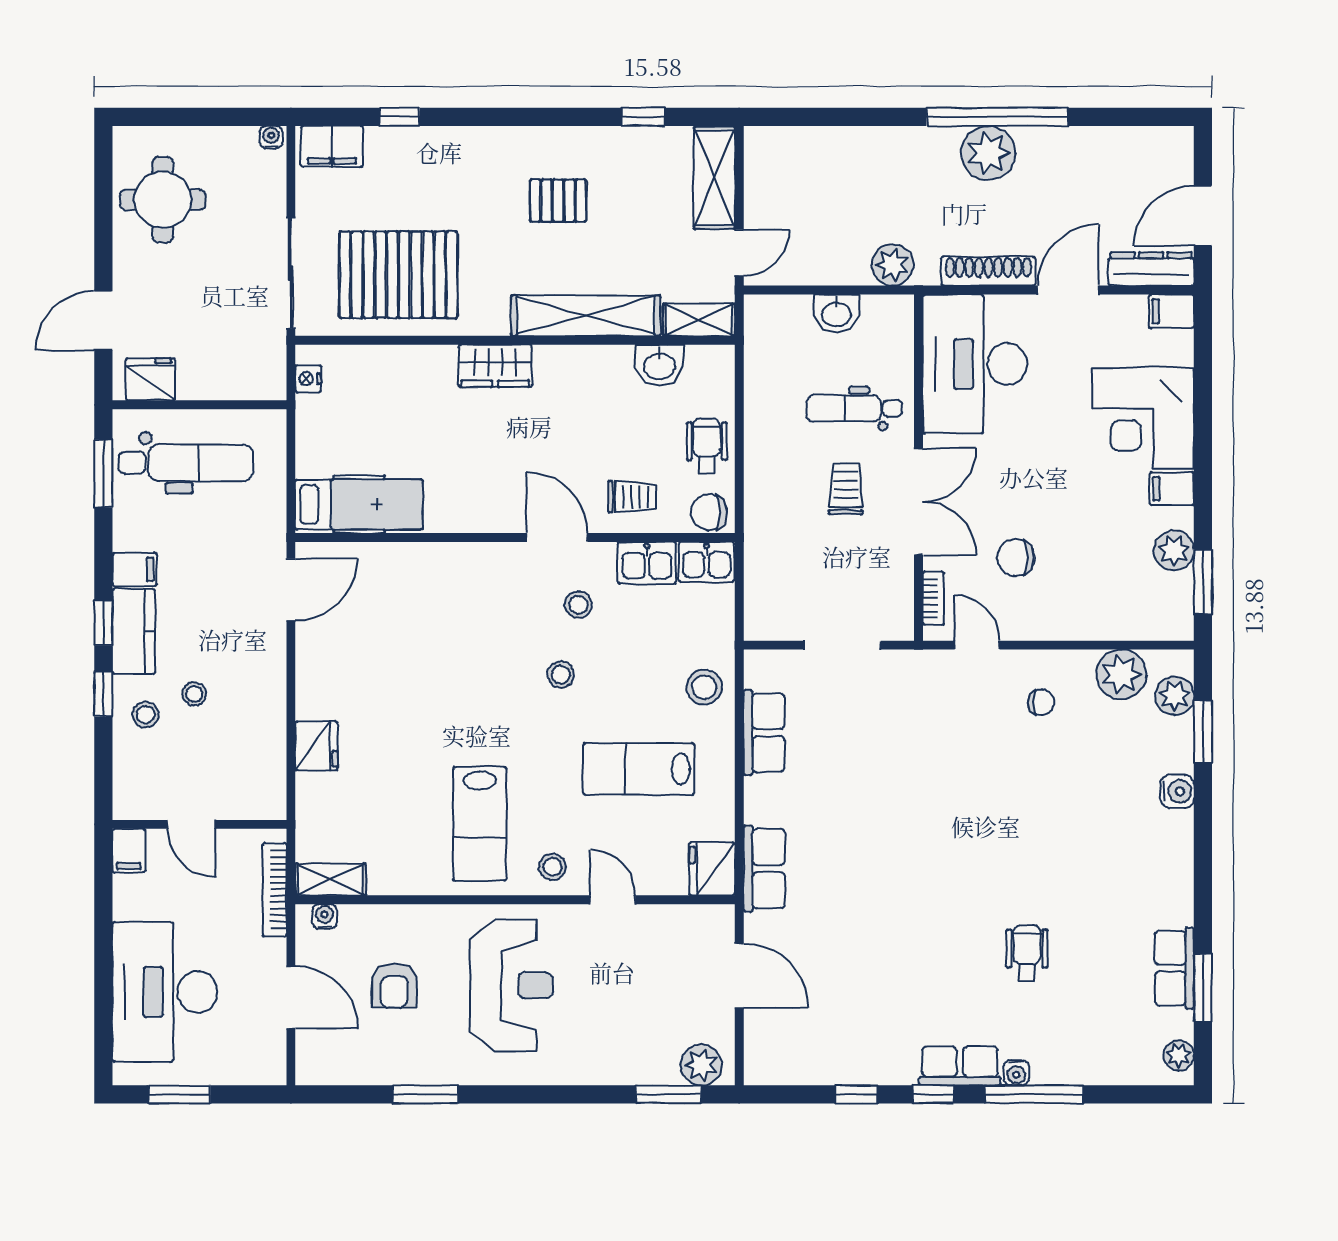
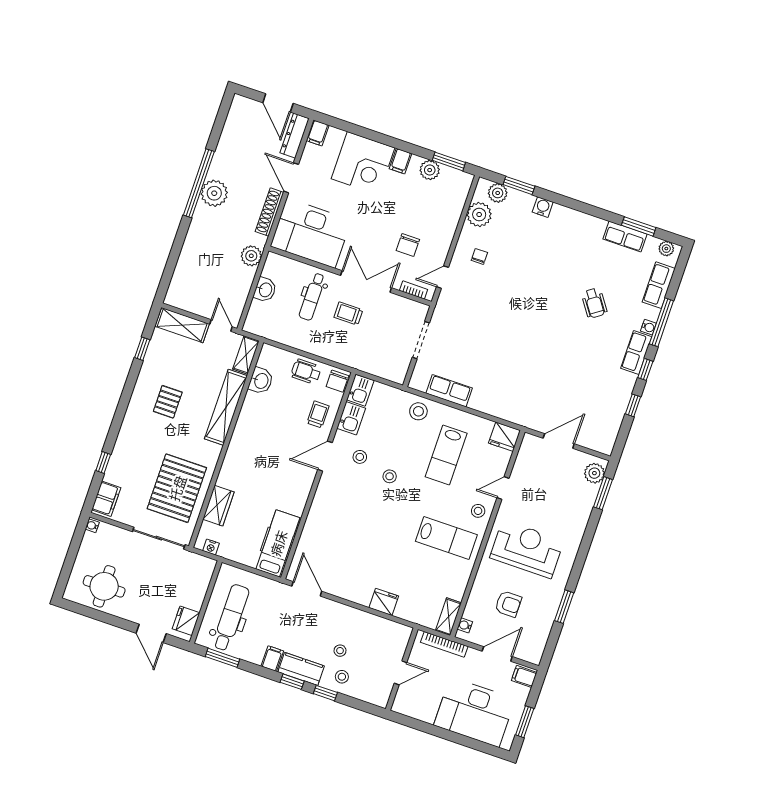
wardrobe: (495, 366) -> (218, 506), moved
filing cabinet: (129, 851) -> (524, 676), moved, turned 180
row of seats: (764, 869) -> (659, 285), moved, turned -90
wheelchair: (1027, 953) -> (594, 303), turned -125

